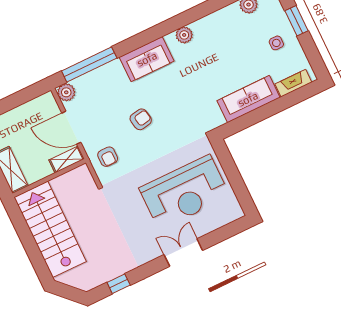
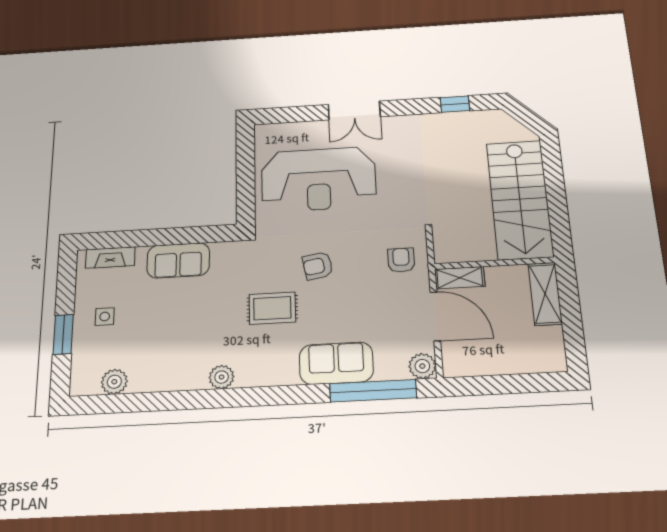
sofa: (147, 59) -> (336, 363), moved
rug: (174, 92) -> (272, 308), added
sofa: (248, 99) -> (178, 260), width x0.73
armchair: (141, 119) -> (318, 266), moved
reception desk: (184, 192) -> (319, 179), turned 180

